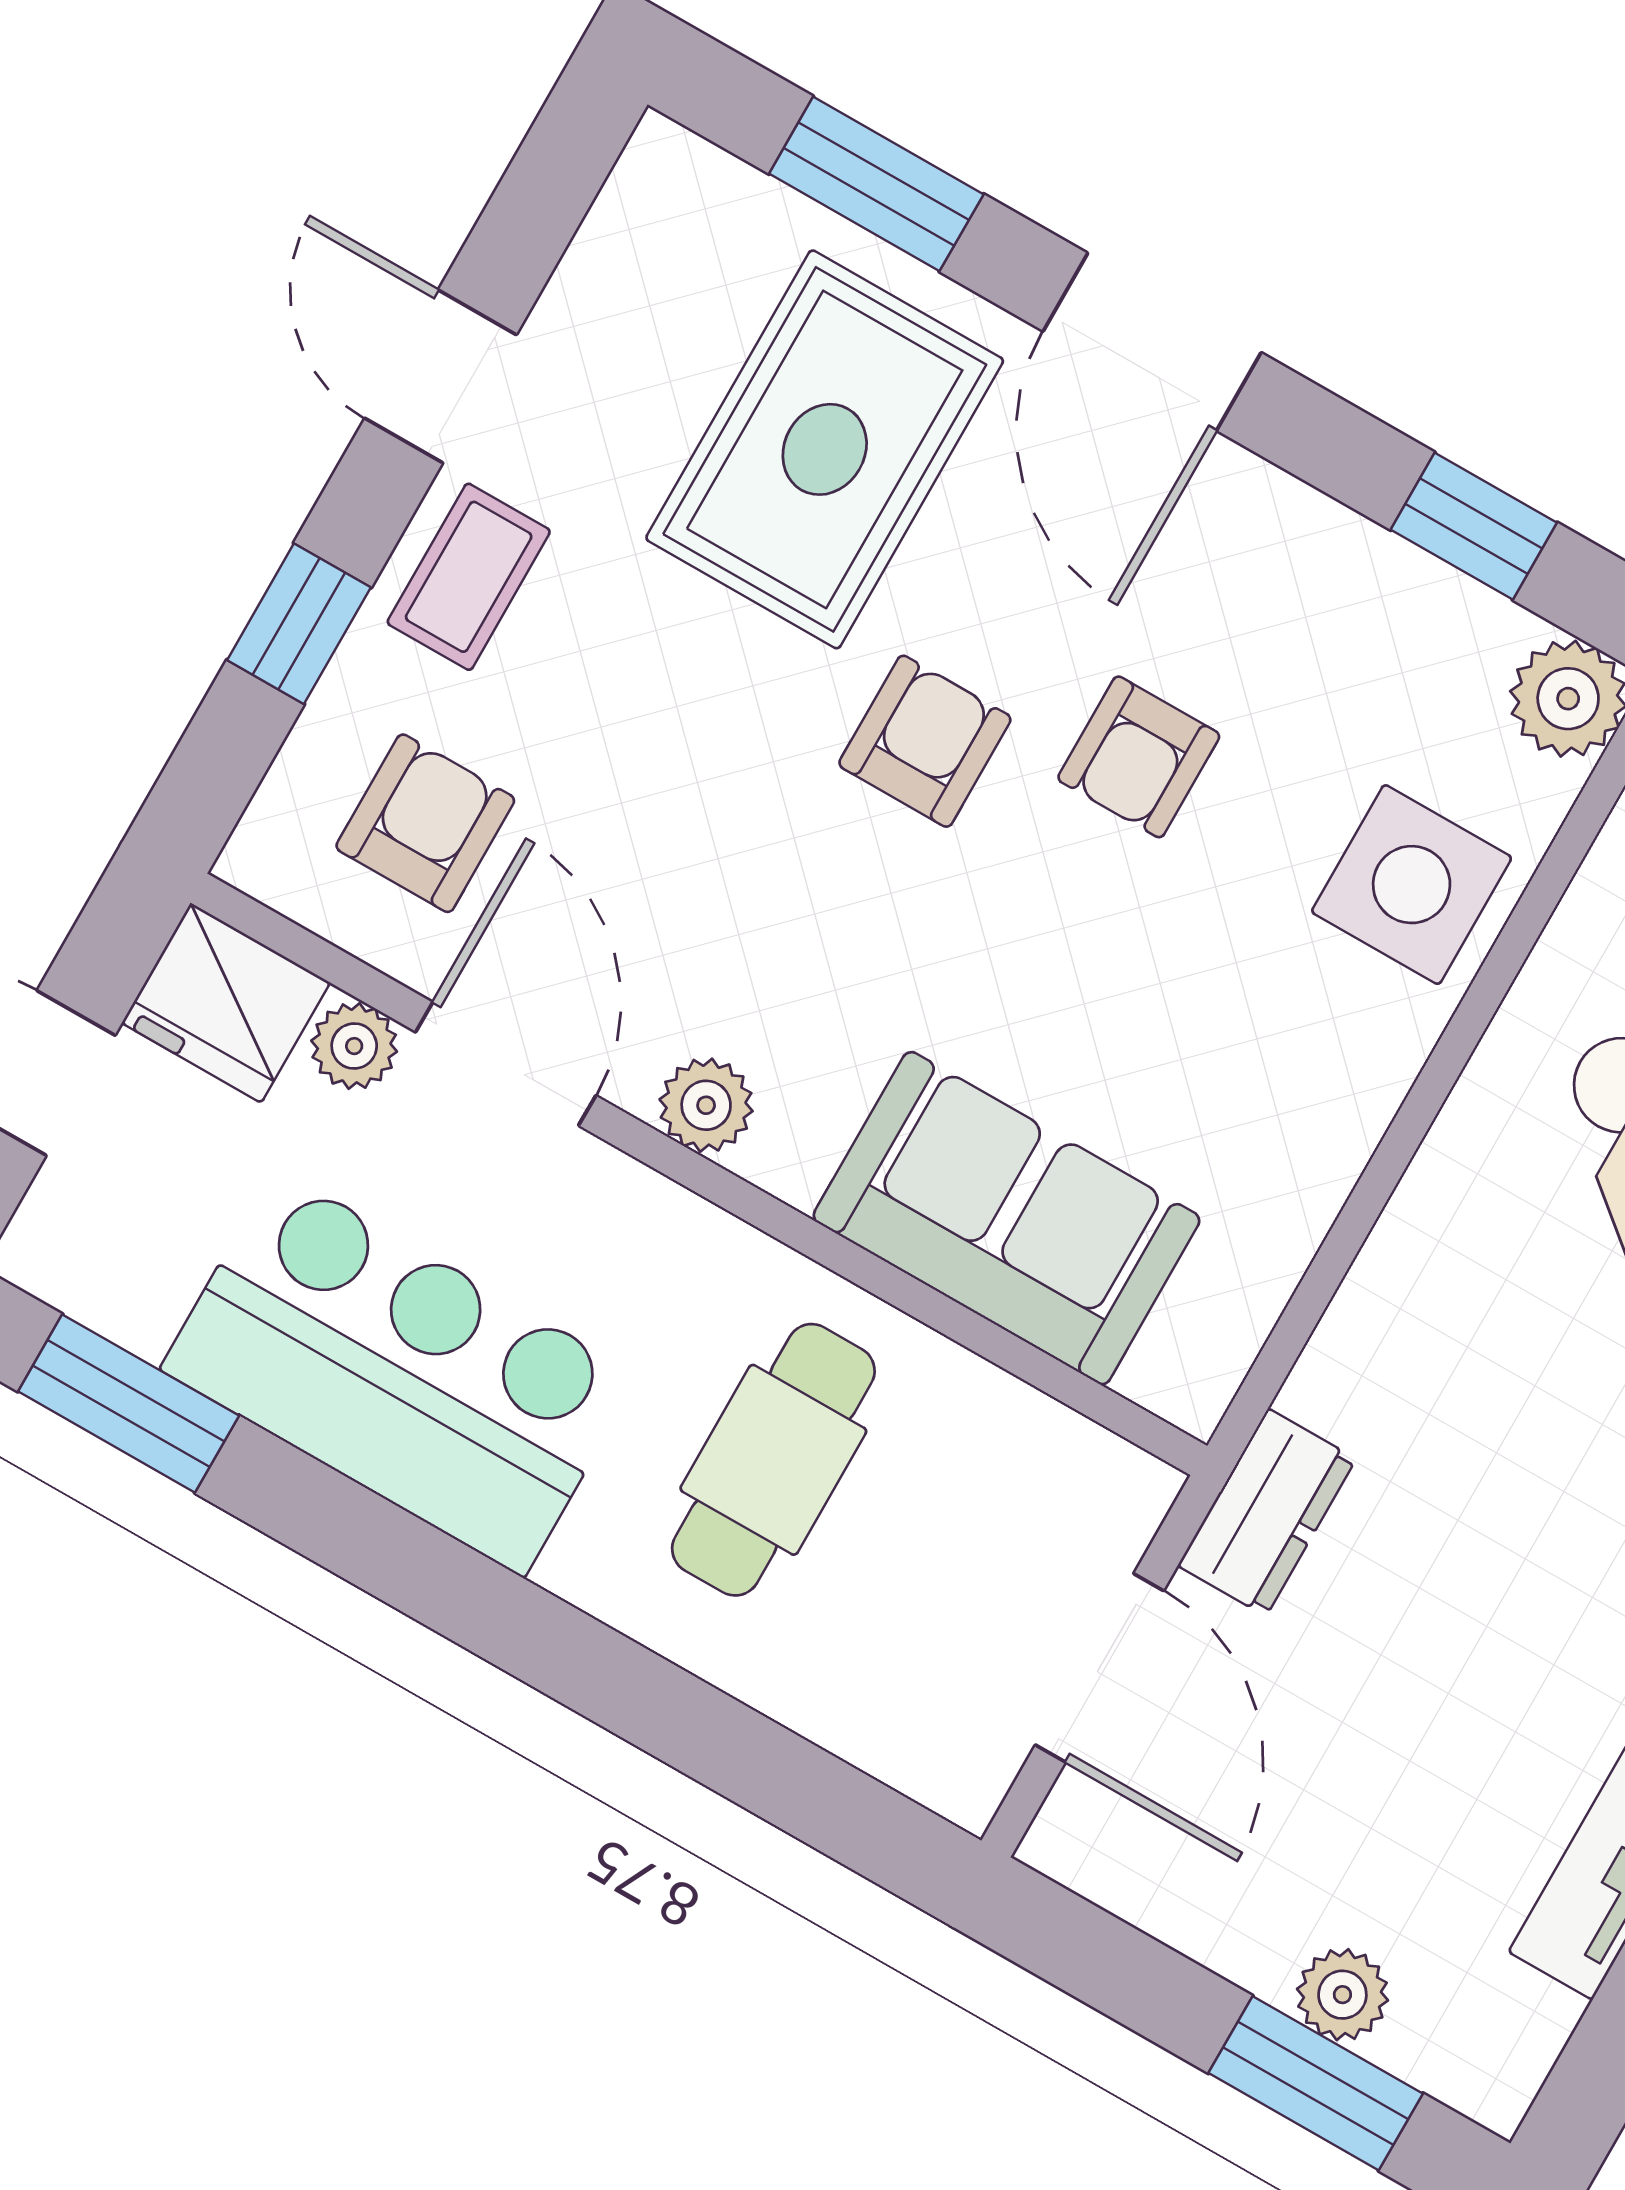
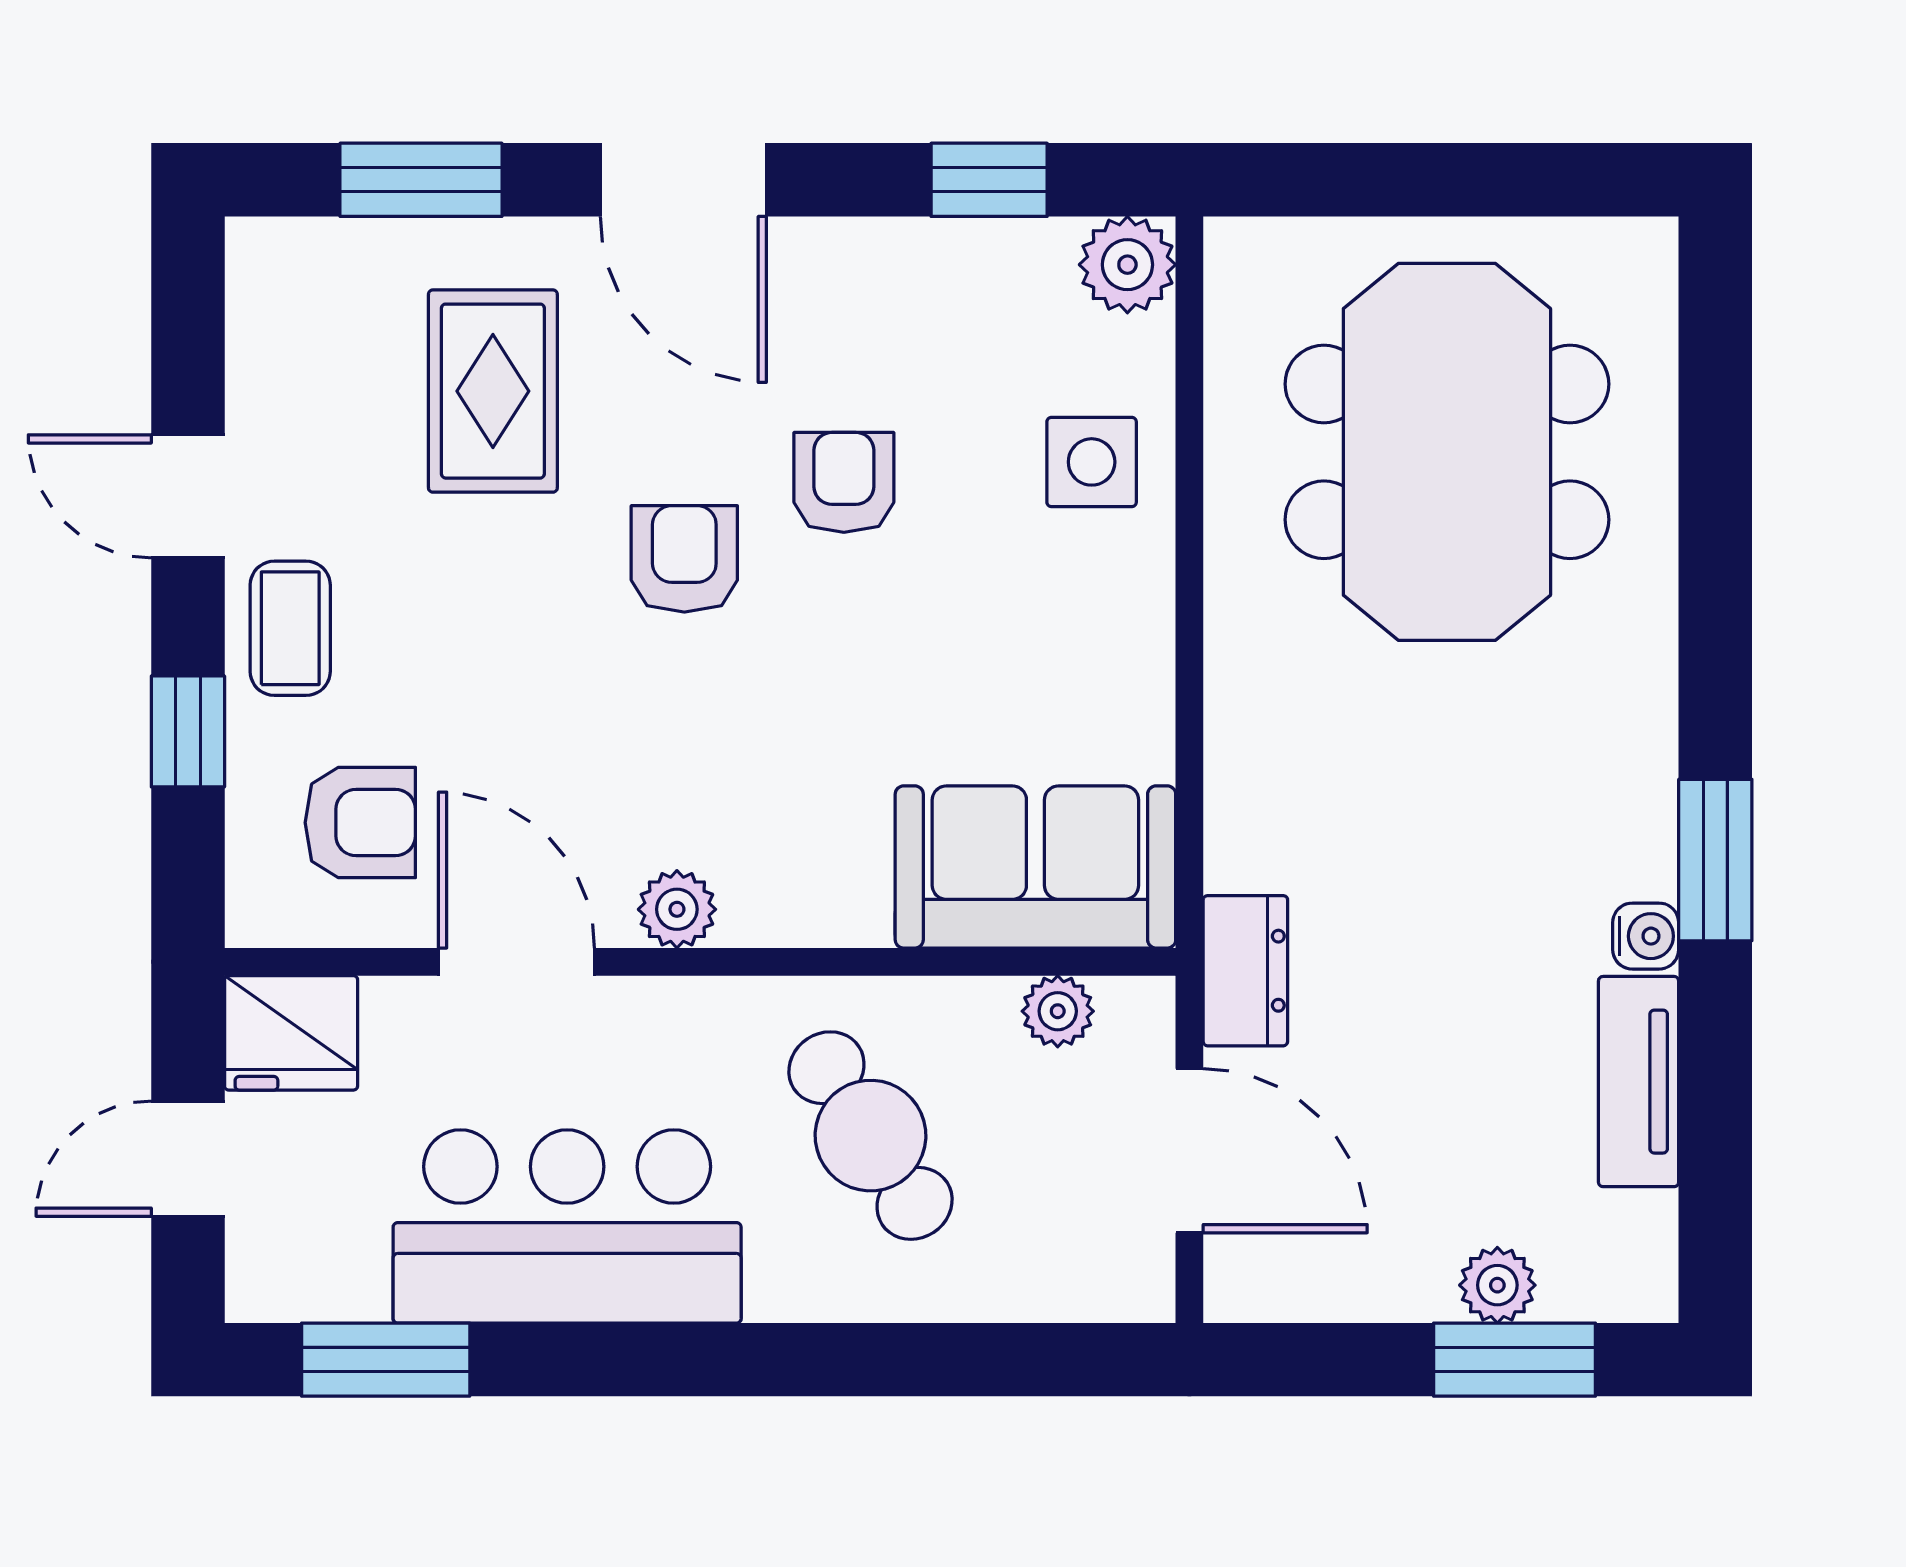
rug: (825, 449) -> (493, 391), width x0.73, depth x0.70
armchair: (1139, 757) -> (844, 482), turned 180
armchair: (425, 823) -> (360, 823), turned 90
side table: (1412, 885) -> (1092, 462), width x0.73, depth x0.73
plant: (354, 1046) -> (1058, 1011), moved
sofa: (1006, 1218) -> (1035, 867), moved
cafe table: (773, 1460) -> (871, 1136), turned -33

